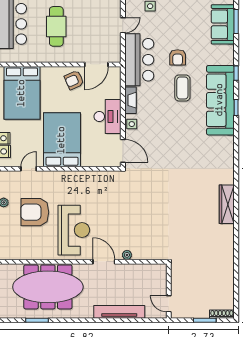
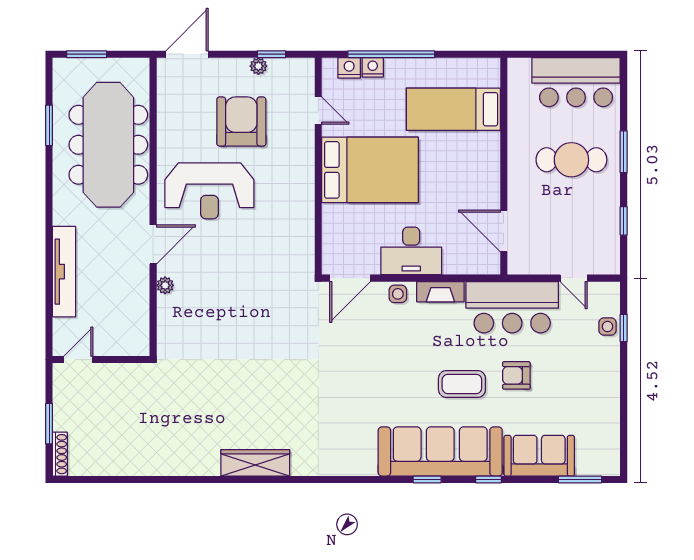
sofa: (223, 24) -> (539, 456), moved
armchair: (74, 80) -> (476, 191), removed
bed: (22, 93) -> (453, 109), width x0.67

